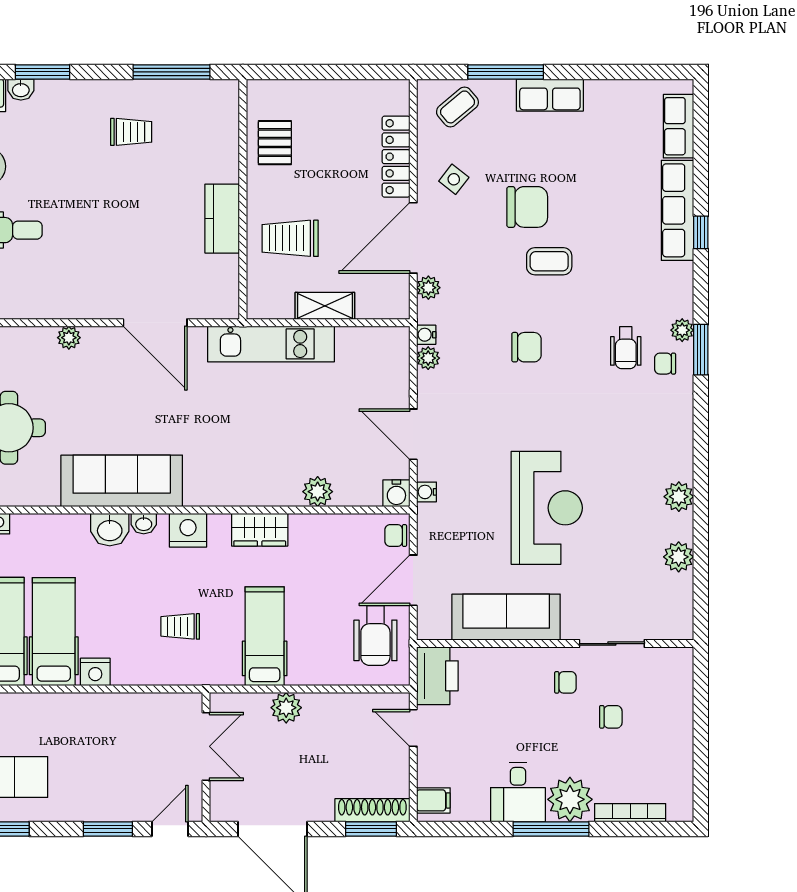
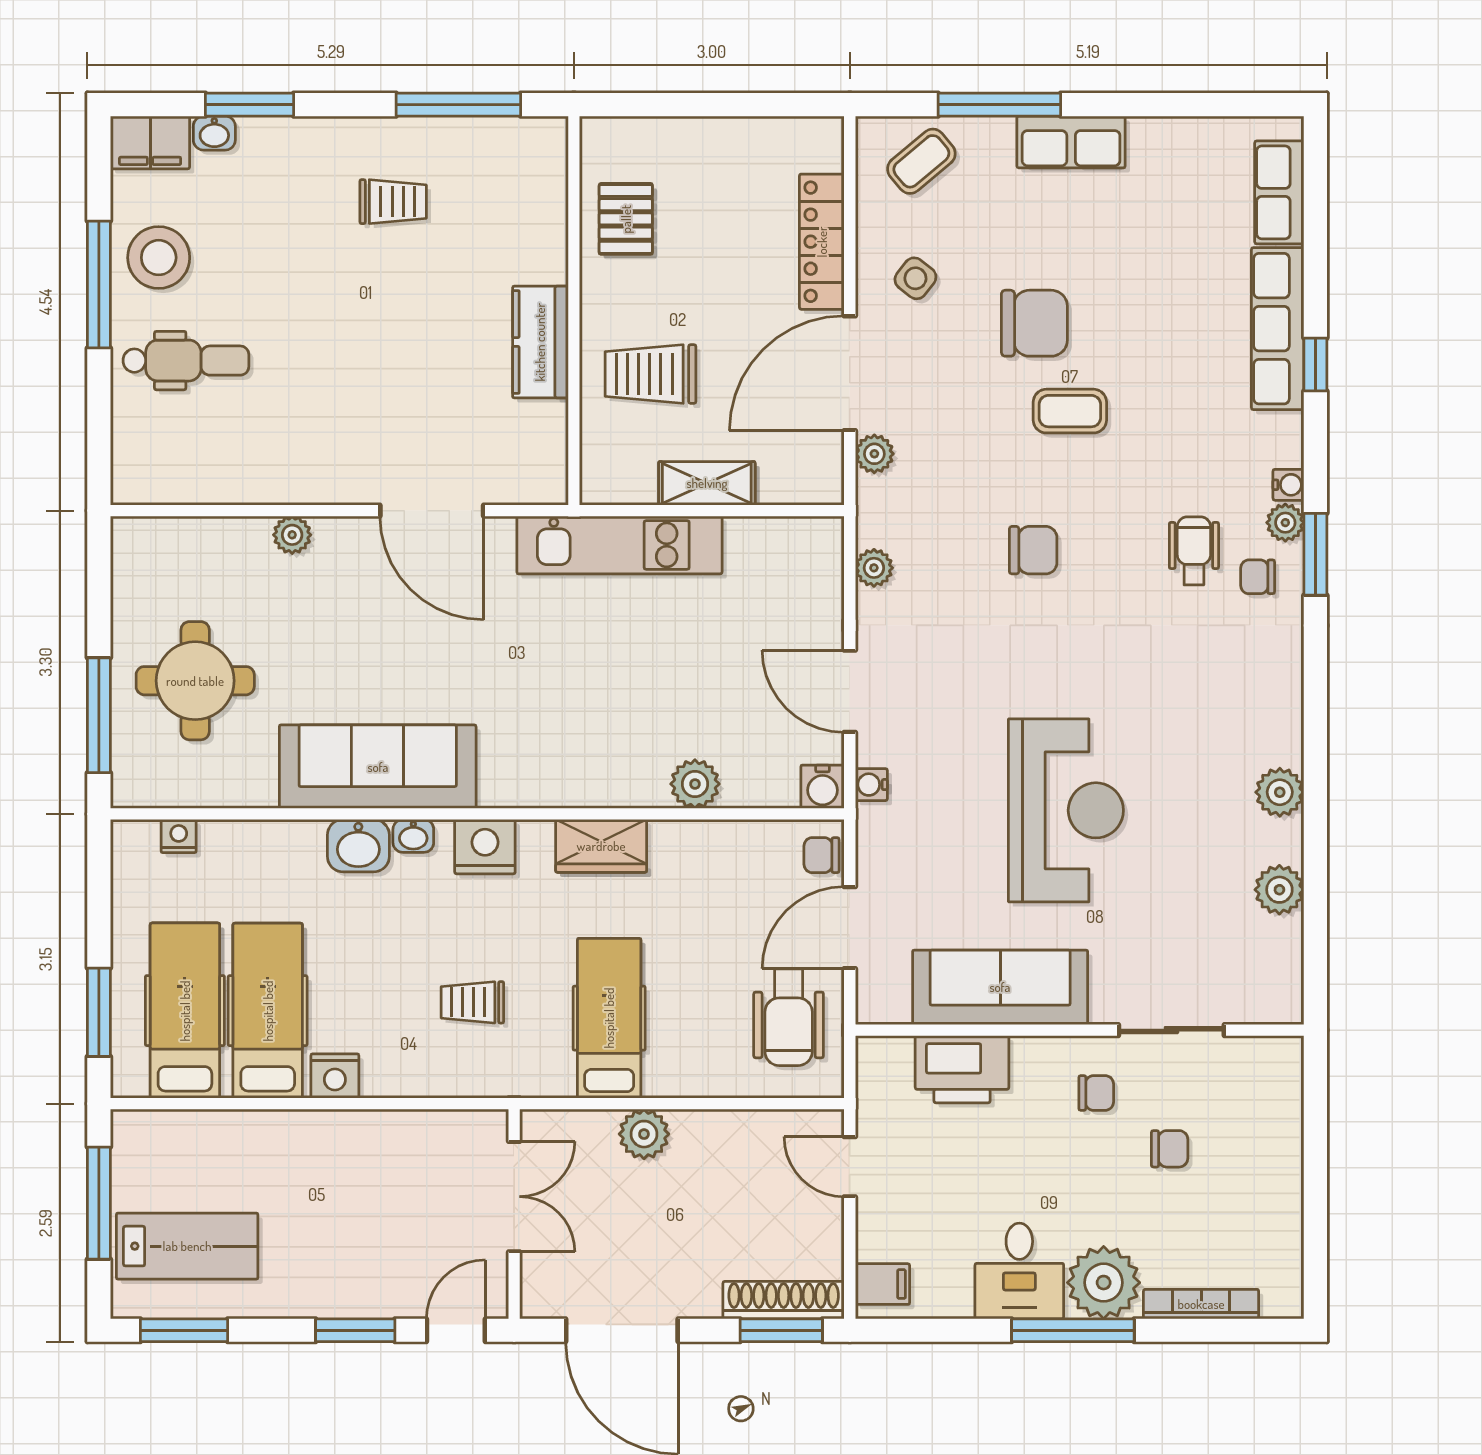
water cooler: (426, 335) -> (1288, 485), moved, turned 180
wheelchair: (626, 348) -> (1194, 551), turned 180
printer: (437, 676) -> (962, 1069), moved, turned 90

